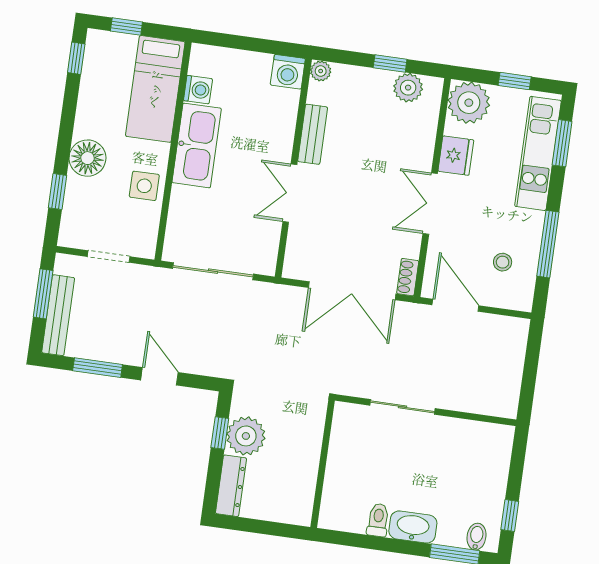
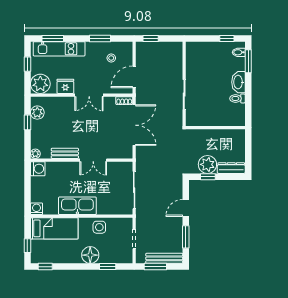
washing machine: (198, 90) -> (37, 209), moved
window: (548, 244) -> (100, 38), width x0.69
window: (533, 352) -> (151, 38), added

